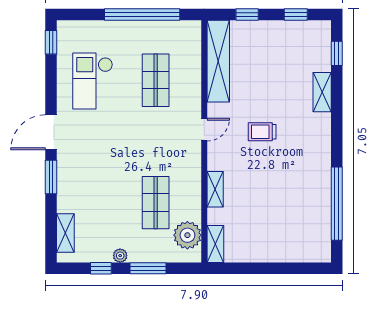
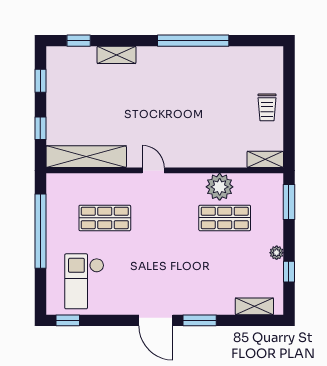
checkout: (93, 81) -> (84, 281), moved, turned 90
trolley: (262, 132) -> (267, 107), moved
shelving: (215, 189) -> (212, 160), removed
window: (337, 204) -> (193, 41), moved
plant: (187, 235) -> (220, 187), moved
window: (148, 268) -> (289, 202), moved

